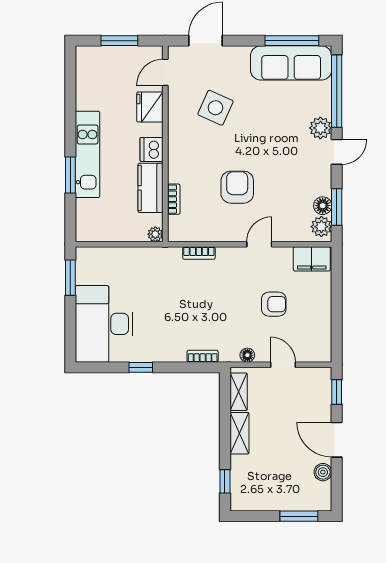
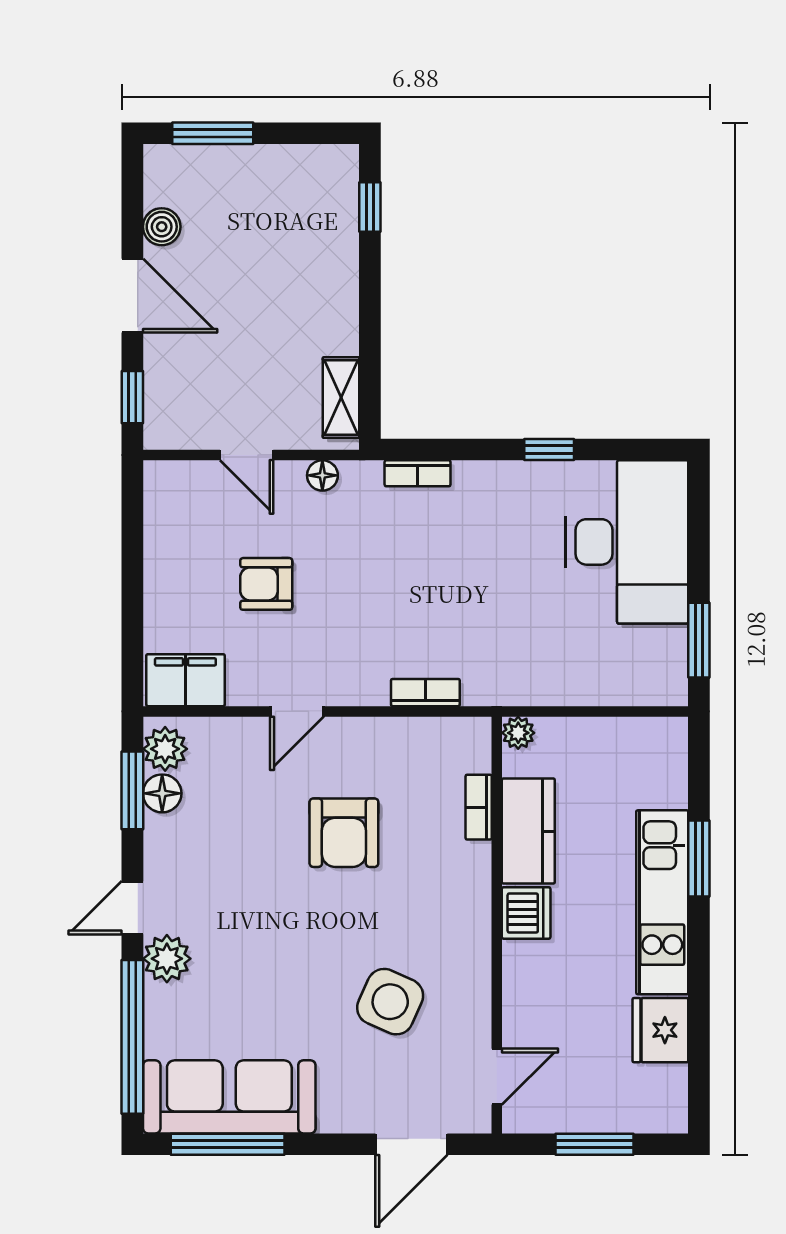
fridge: (150, 107) -> (660, 1030), moved, turned 180
shelving: (239, 433) -> (339, 309), removed

